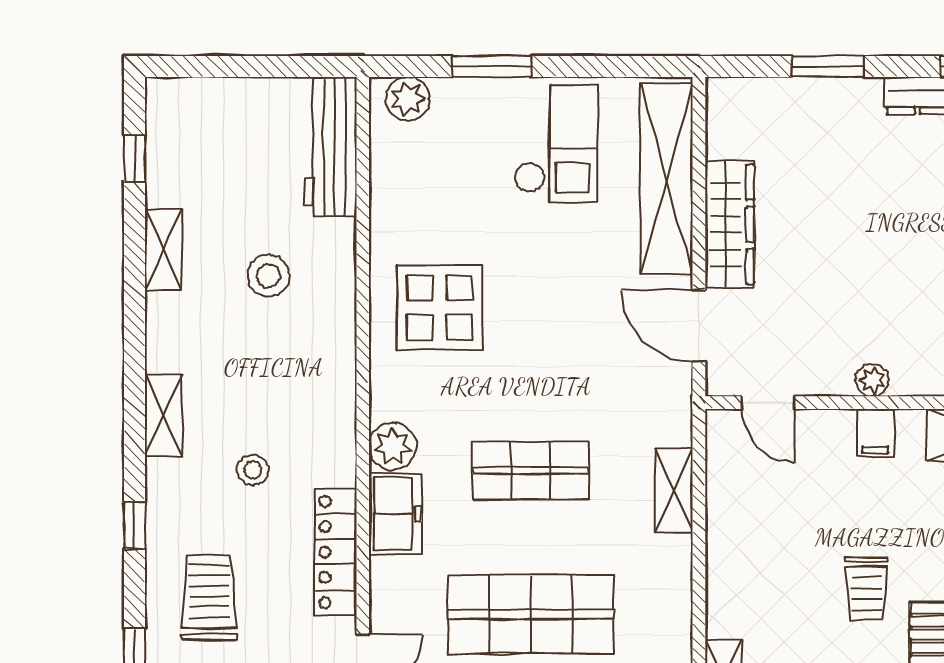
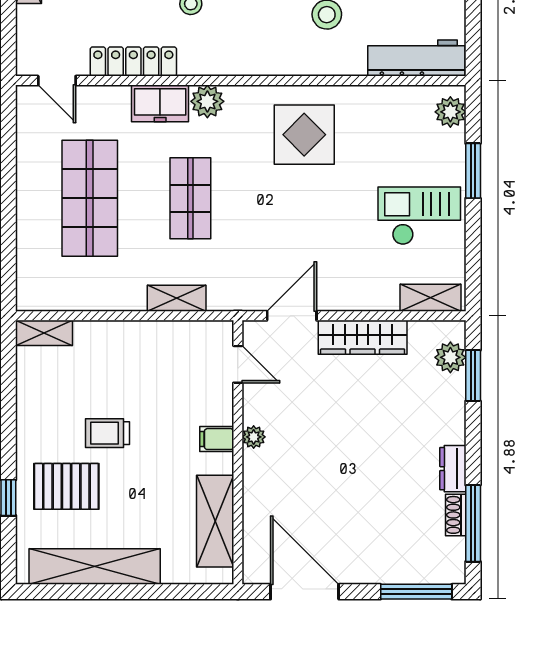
window: (828, 66) -> (473, 376), moved
plant: (758, 99) -> (450, 357), added
checkout: (556, 143) -> (419, 216), turned 180
shelving: (667, 179) -> (431, 298), width x0.45, depth x0.75
door: (768, 403) -> (238, 364), swing flipped

